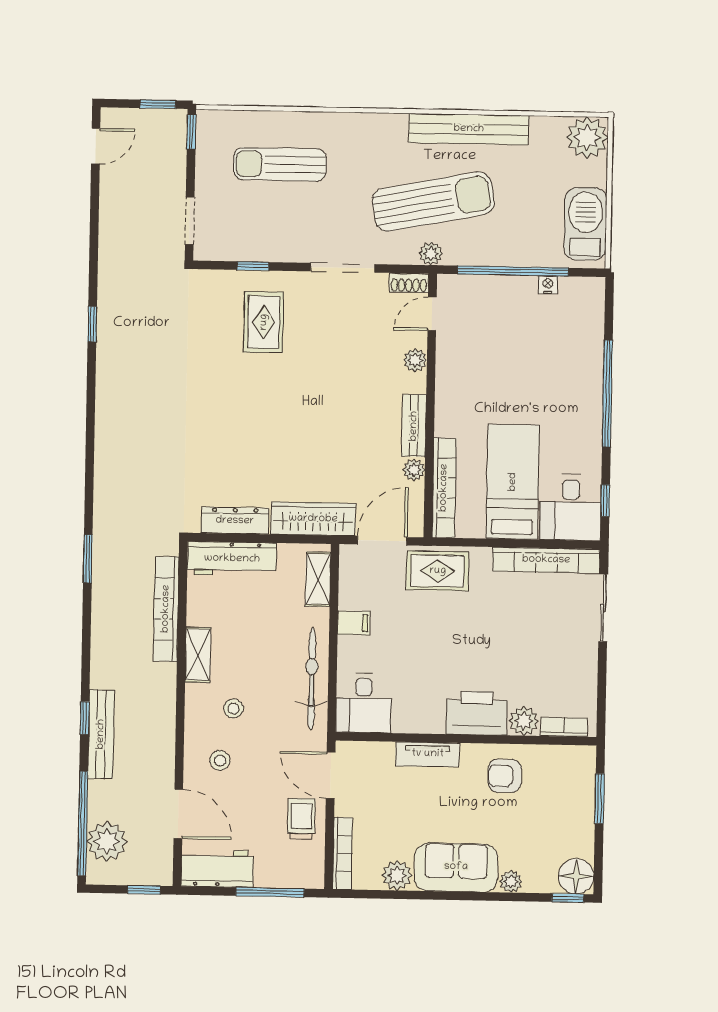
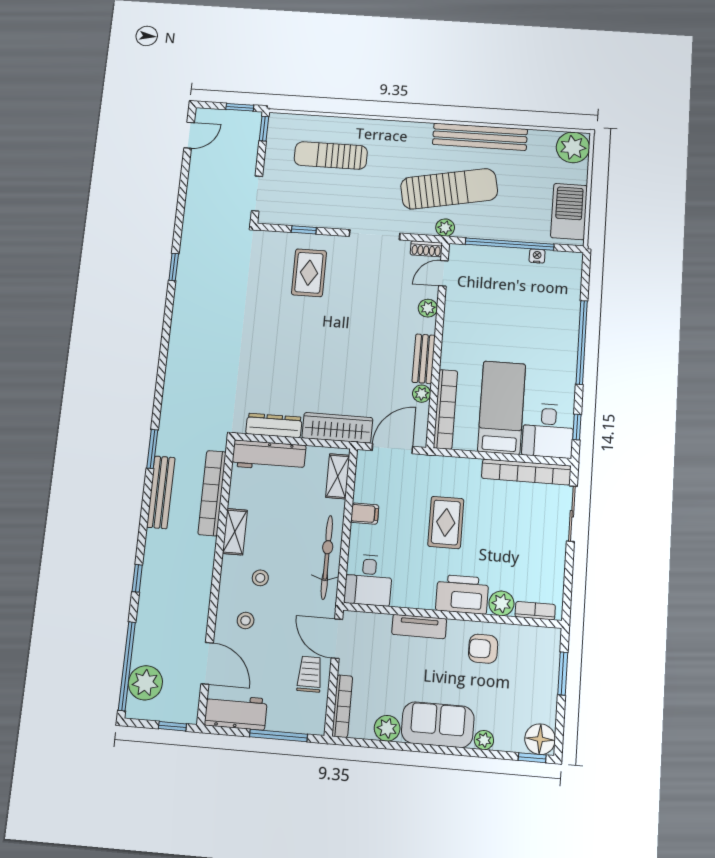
rug: (438, 571) -> (446, 522), moved, turned 90
bench: (101, 734) -> (161, 492), moved

